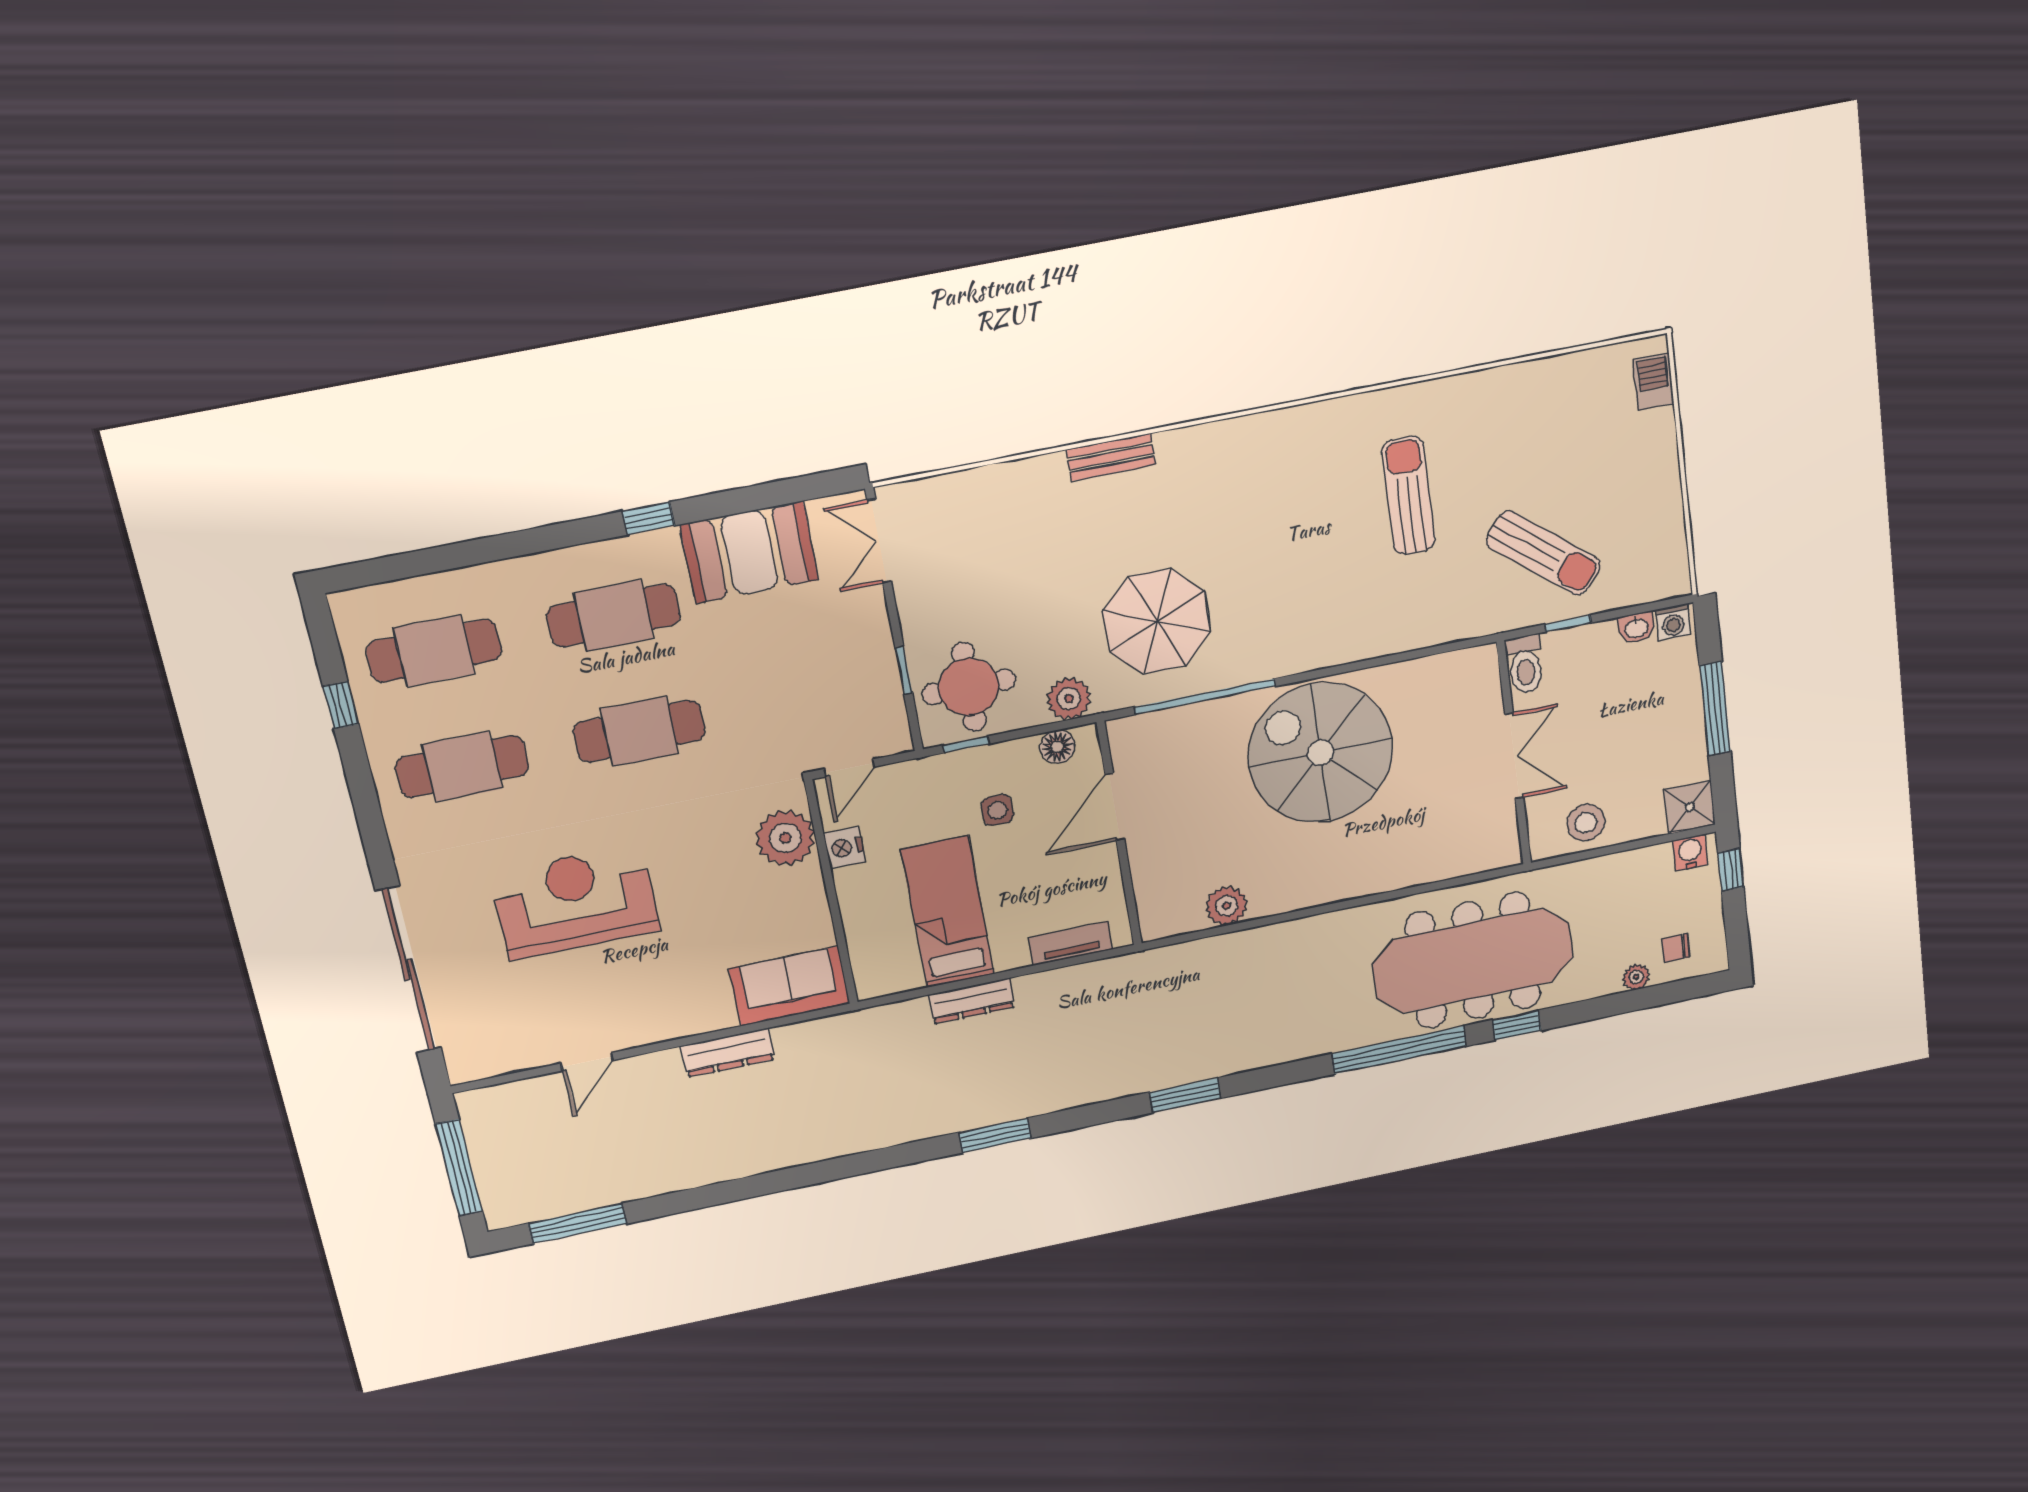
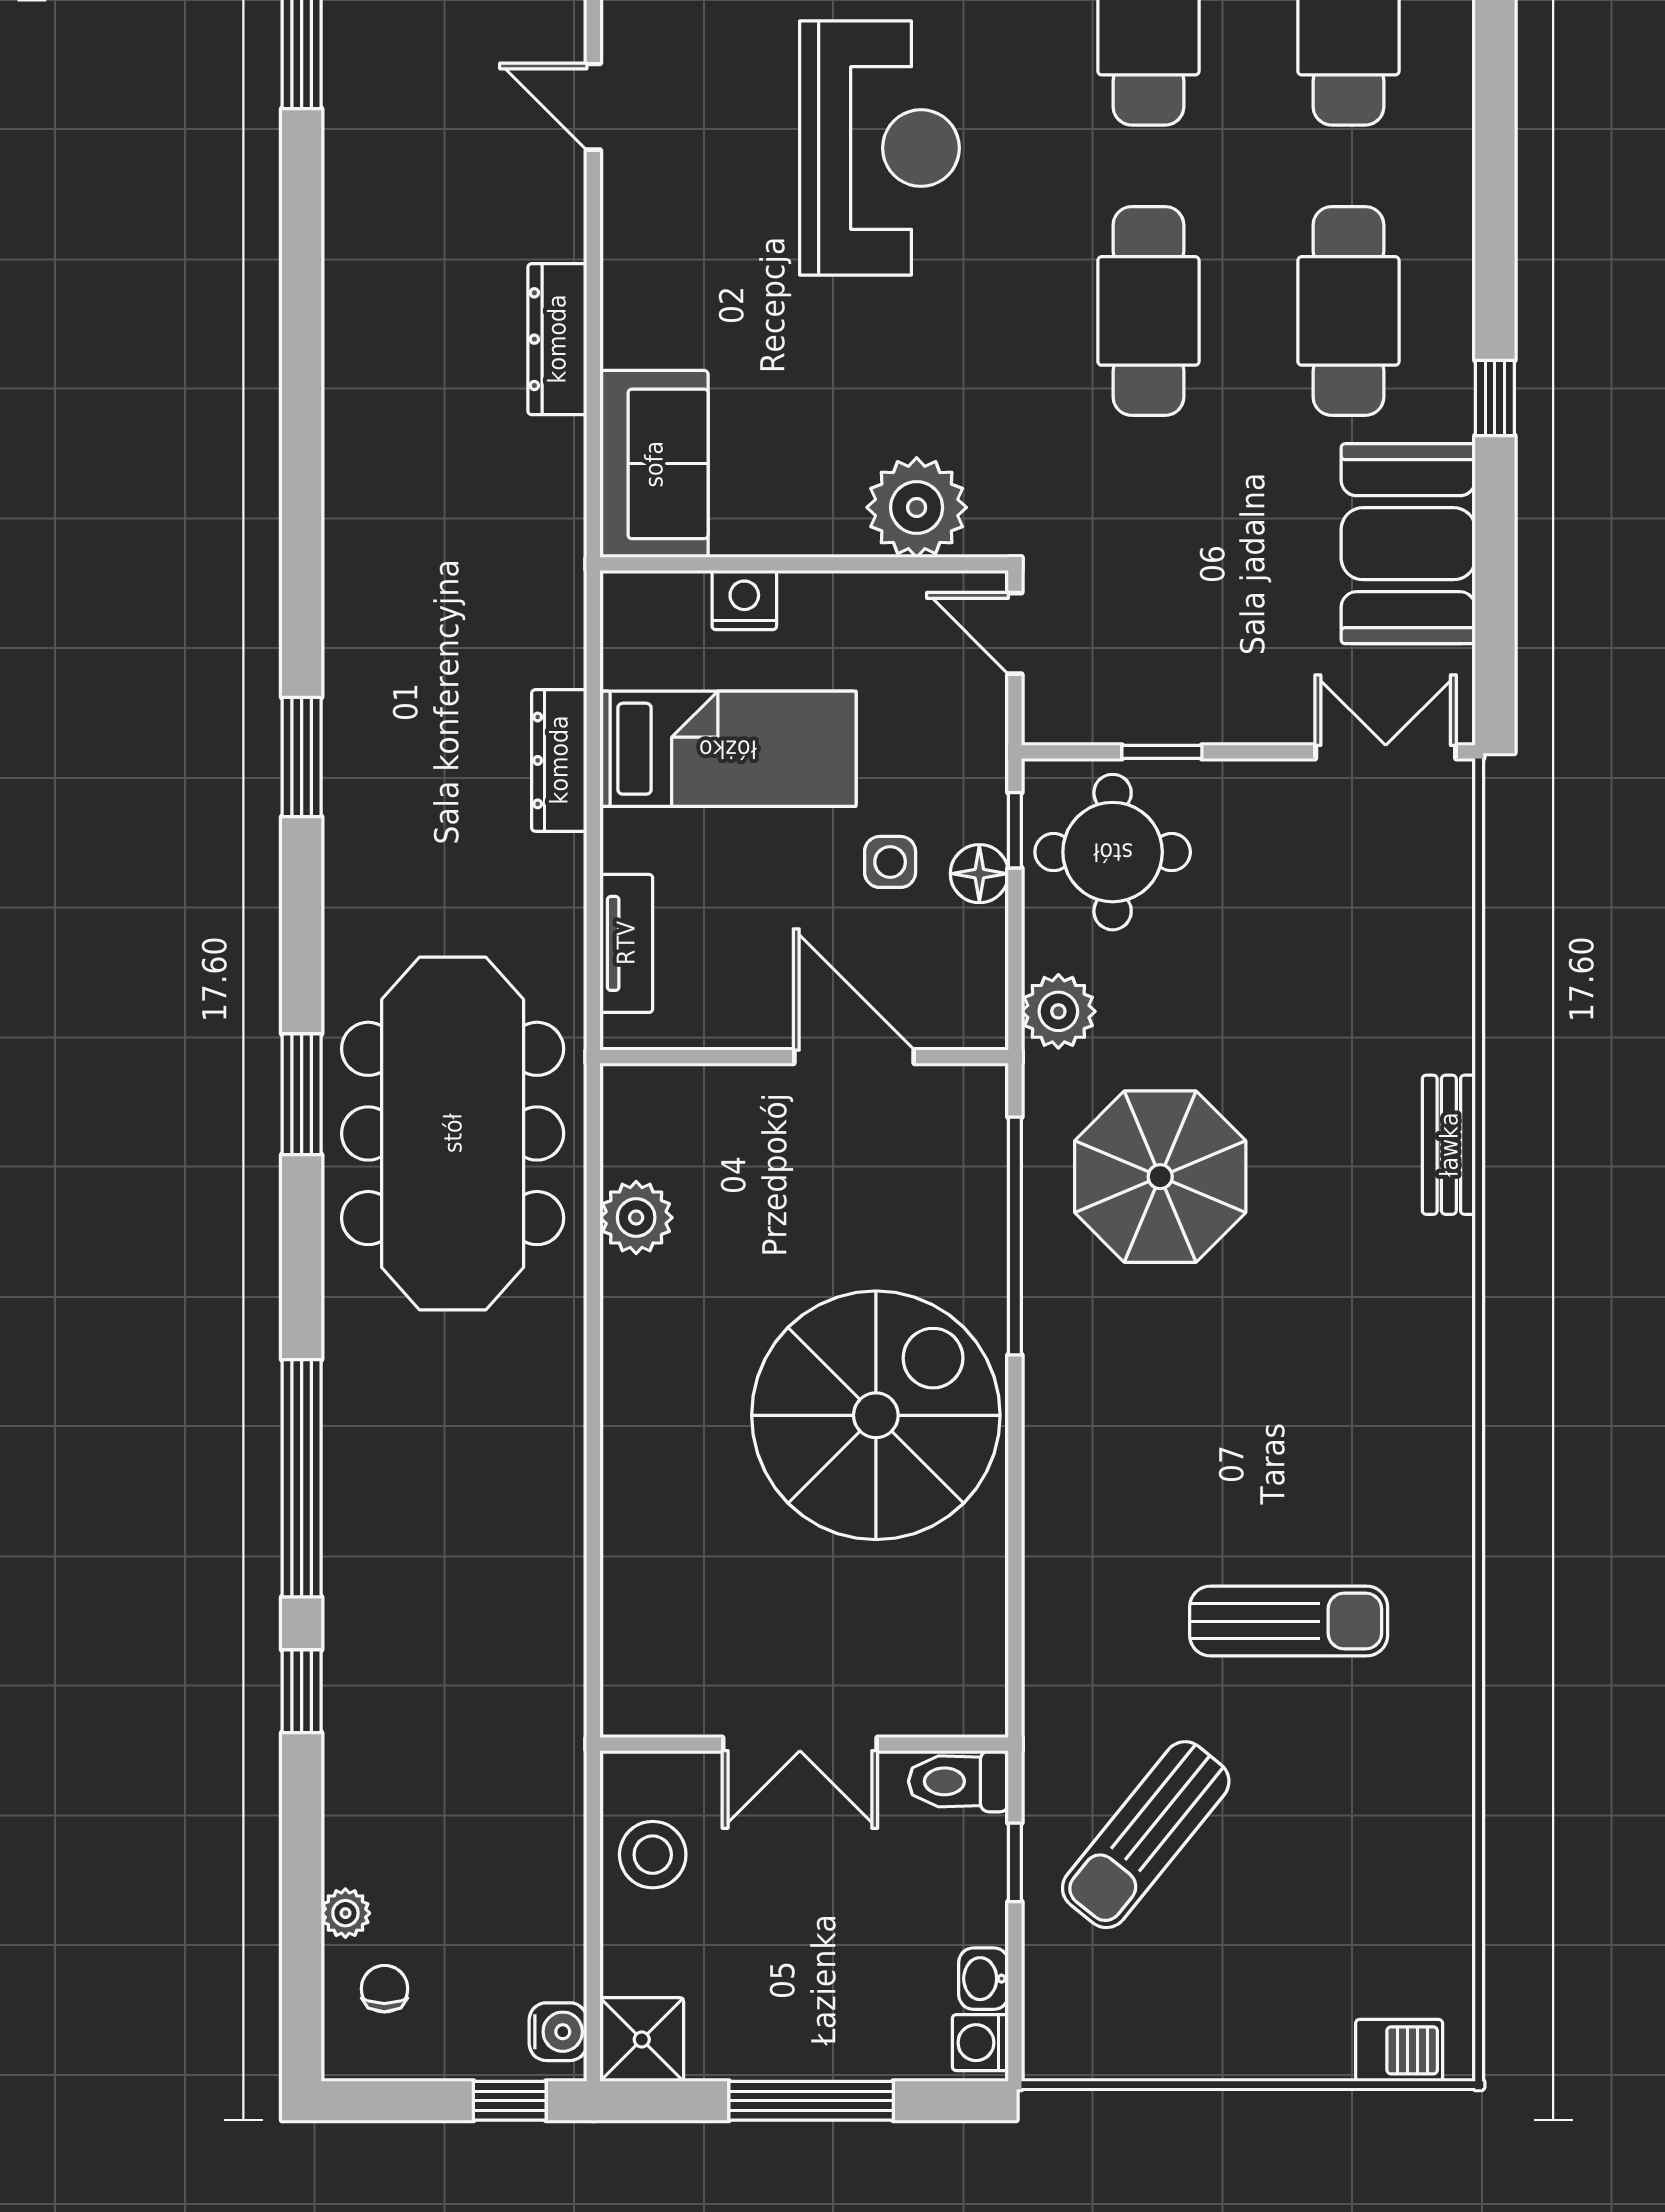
floor lamp: (1057, 747) -> (979, 874), moved
nightstand: (844, 848) -> (744, 600), moved
meeting table: (1473, 960) -> (453, 1133), moved

